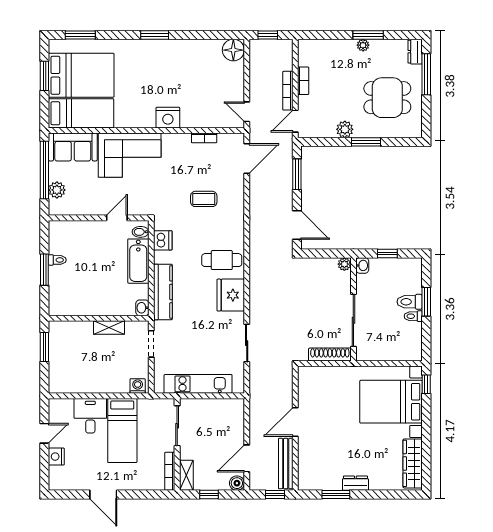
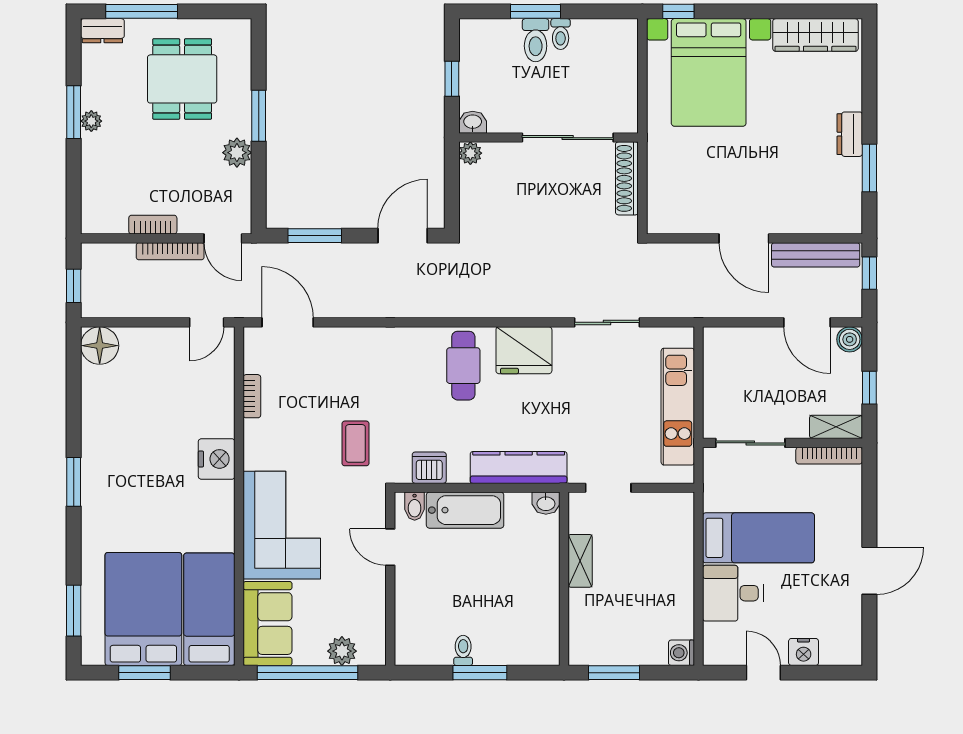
coffee table: (204, 199) -> (356, 443), moved
washing machine: (138, 386) -> (681, 653), moved

